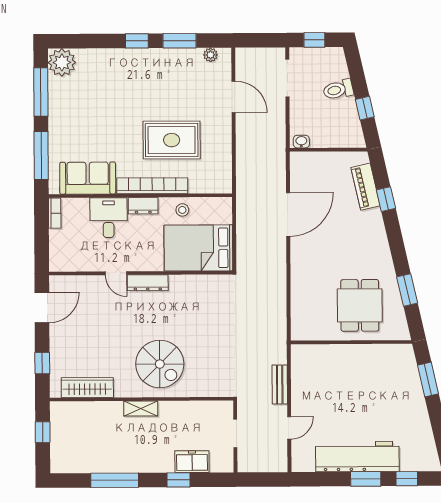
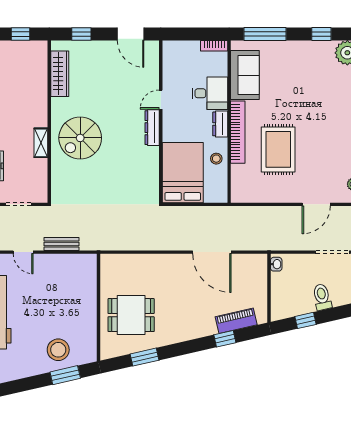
window: (41, 92) -> (321, 34), width x0.46
stool: (399, 388) -> (58, 350), added
shelving: (141, 409) -> (41, 143), moved

